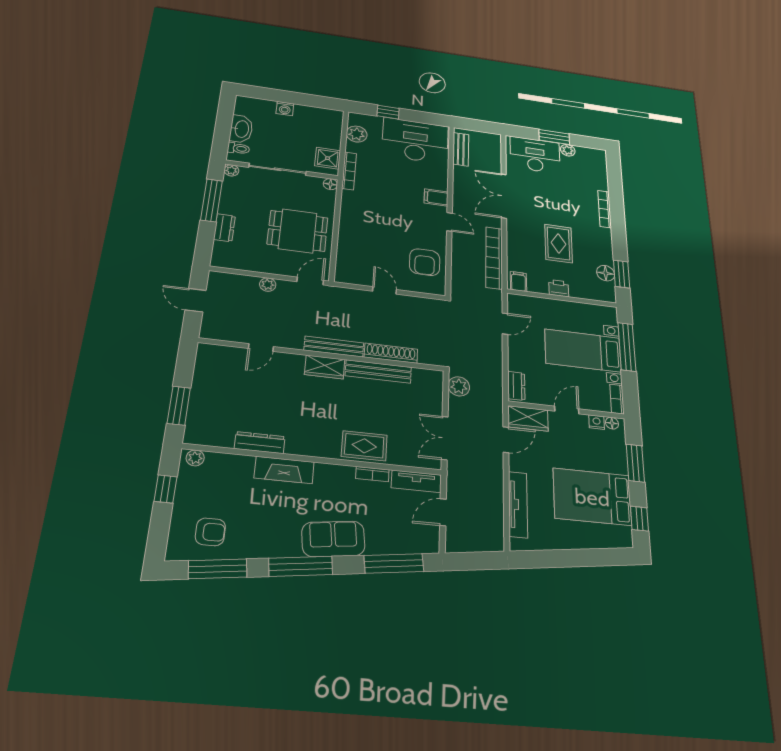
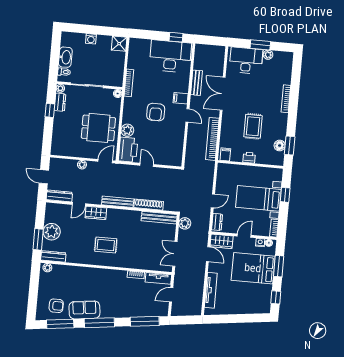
window: (388, 112) -> (176, 37), moved
plant: (357, 134) -> (127, 130), moved
bench: (461, 149) -> (197, 83), moved
shower: (328, 158) -> (119, 44), moved
window: (212, 200) -> (50, 110), width x0.46
dresser: (225, 228) -> (60, 102), moved
armchair: (425, 262) -> (156, 112), moved
printer: (351, 266) -> (128, 150), added
door: (505, 324) -> (213, 201), moved
dresser: (224, 333) -> (59, 196), added
window: (627, 347) -> (285, 195), width x0.46
wardrobe: (325, 367) -> (96, 213), moved
bench: (378, 371) -> (159, 218), moved
plant: (207, 393) -> (52, 232), added
door: (506, 440) -> (208, 254), hinge flipped
dresser: (260, 443) -> (53, 256), moved
rug: (364, 446) -> (106, 245), moved
fireplace: (284, 470) -> (91, 273), removed
window: (166, 489) -> (34, 284), removed
bed: (592, 497) -> (253, 268), moved
sofa: (333, 539) -> (84, 310), moved

